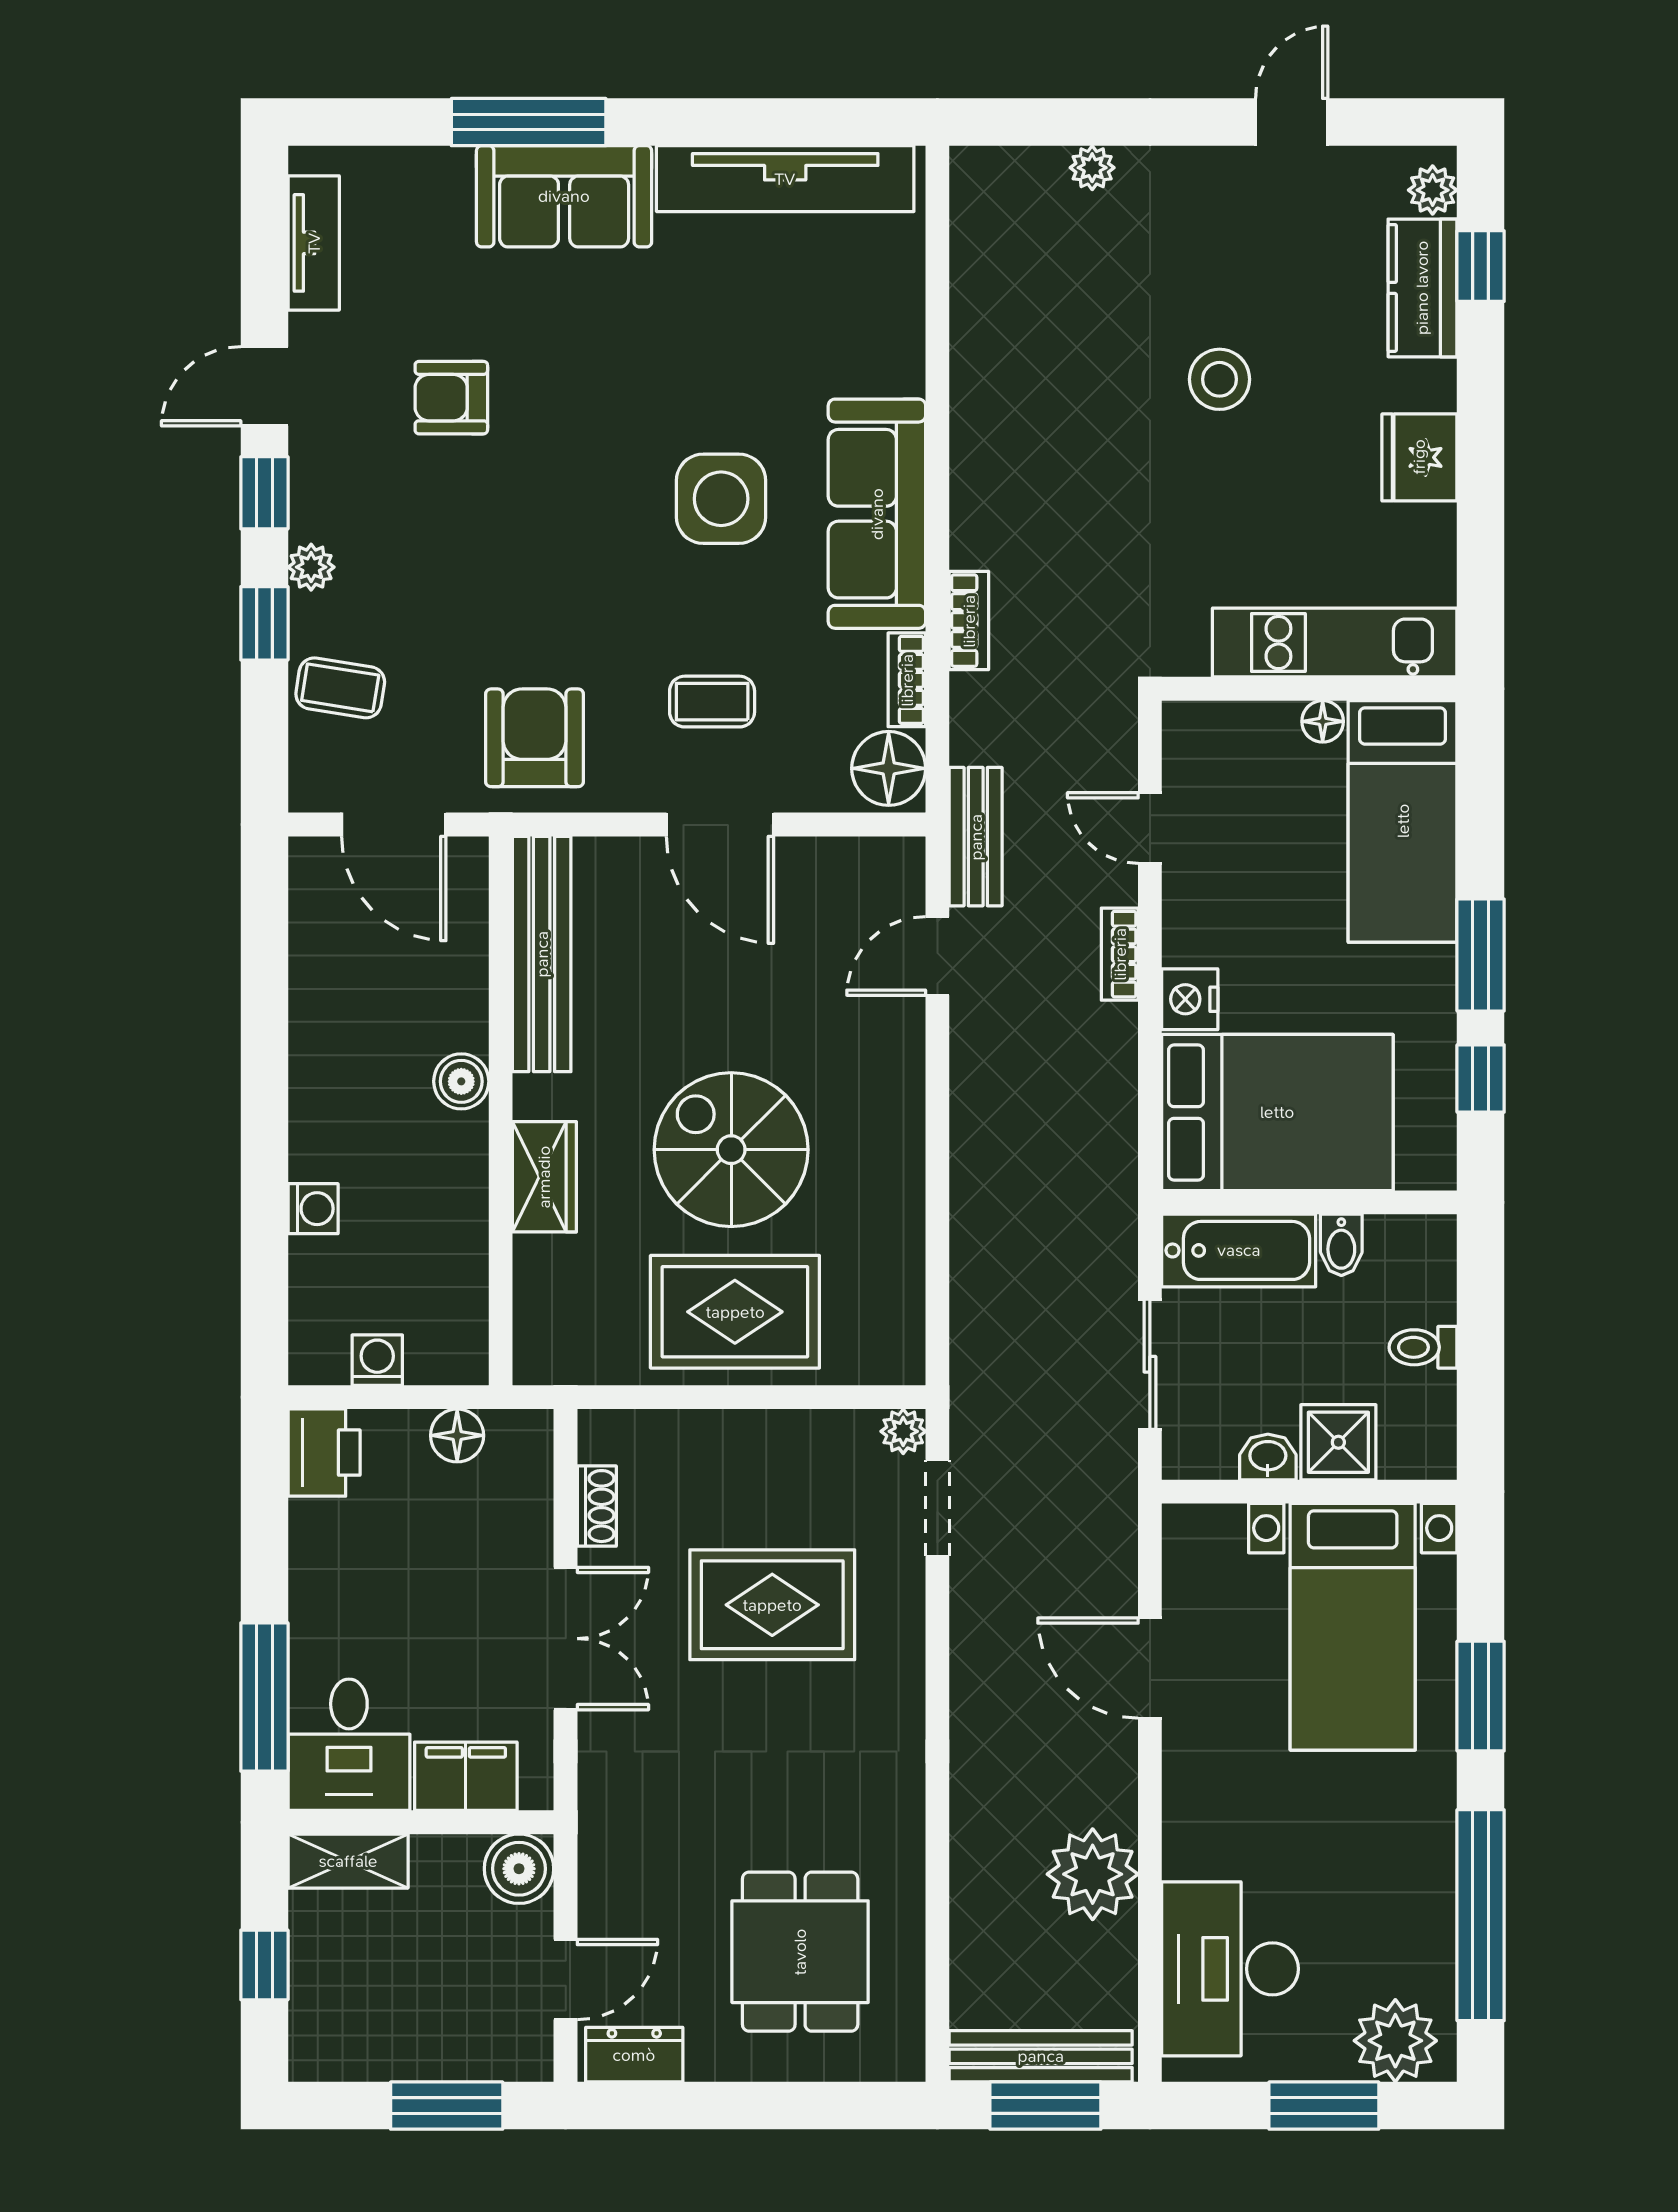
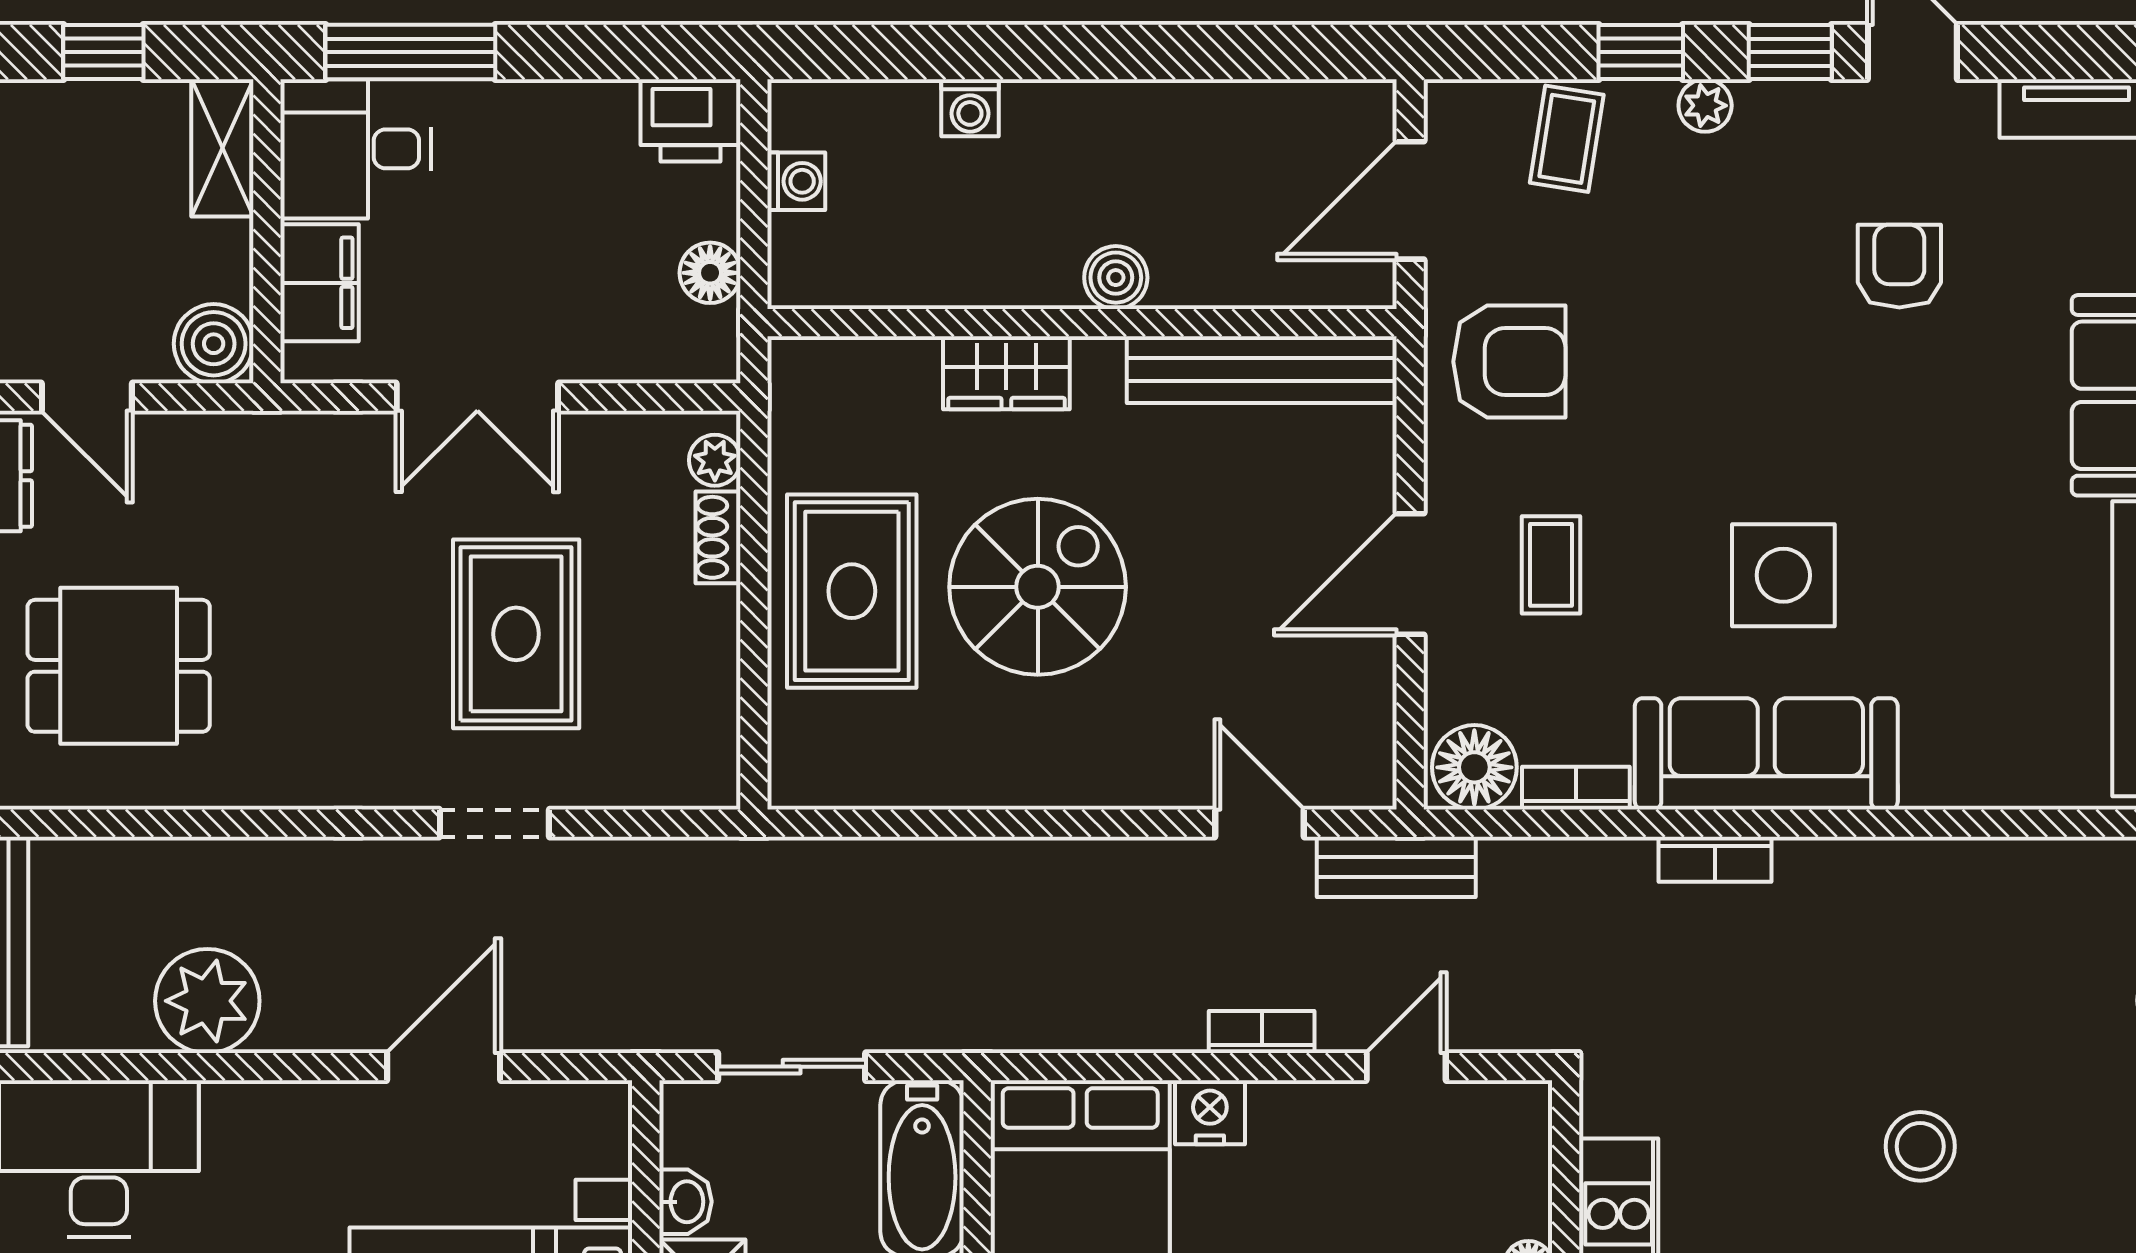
bookcase: (969, 621) -> (1715, 859), moved
plant: (903, 1431) -> (715, 460), moved
shoe rack: (597, 1506) -> (718, 537), moved, turned 90
doorway: (937, 1508) -> (494, 823), moved

